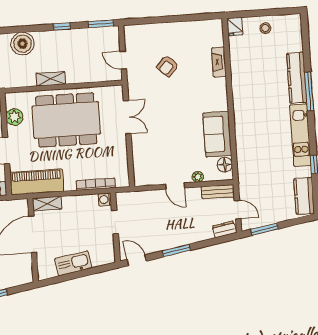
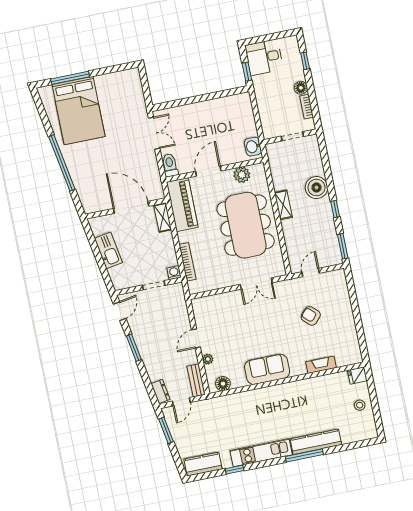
boiler: (22, 44) -> (316, 188), moved
sofa: (217, 134) -> (267, 369), moved

